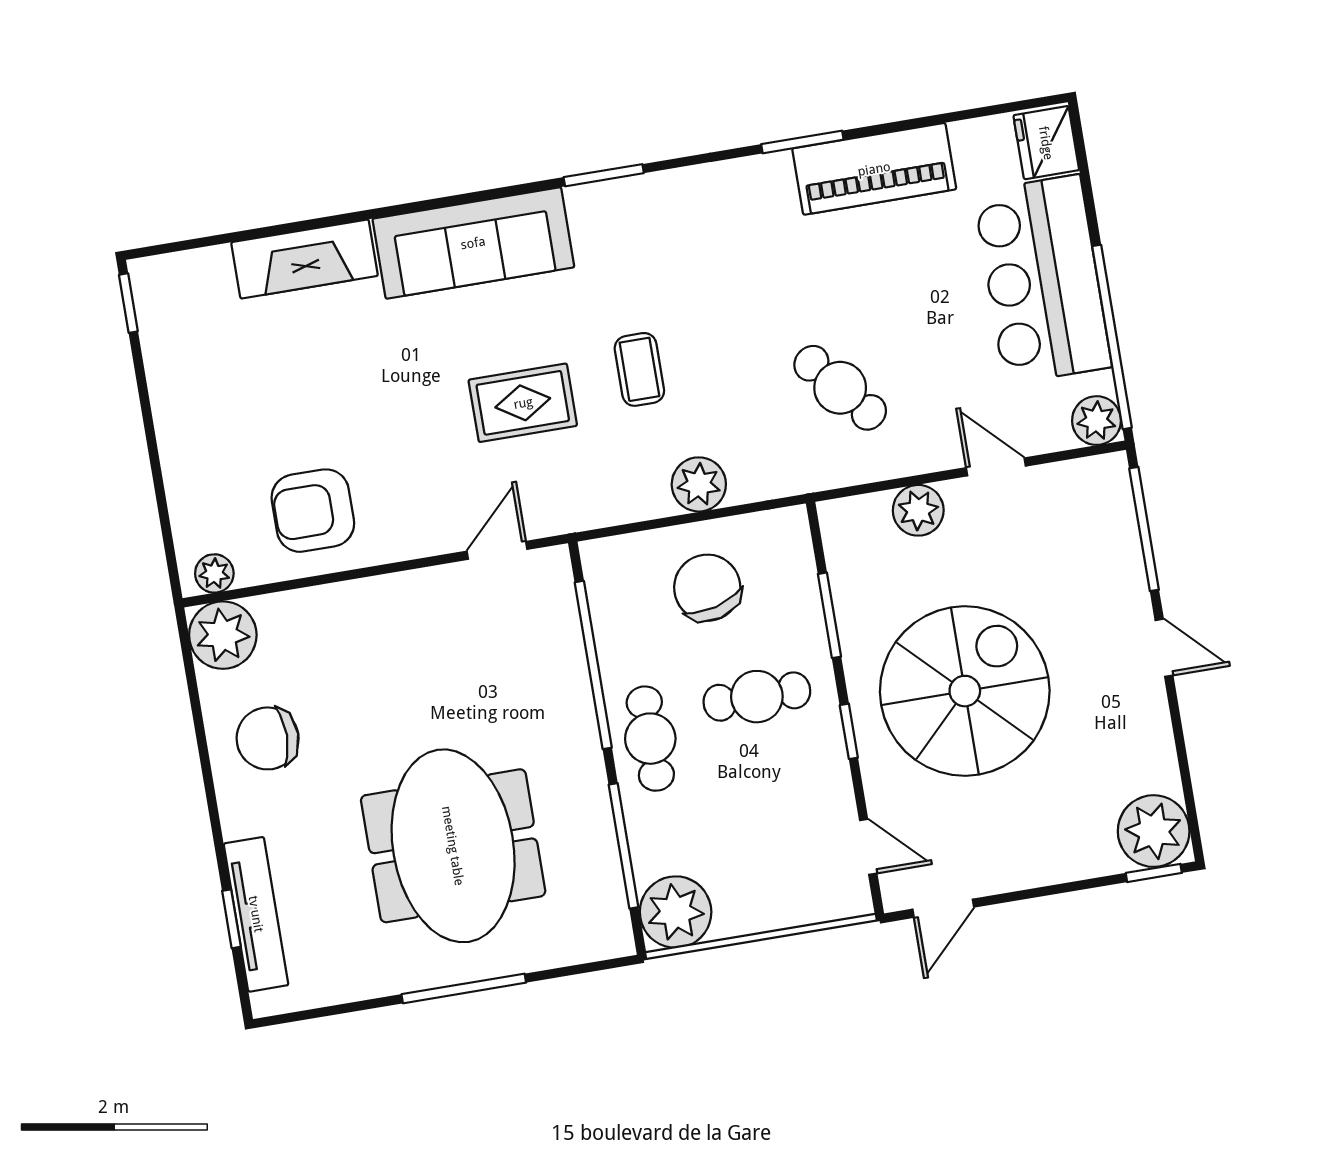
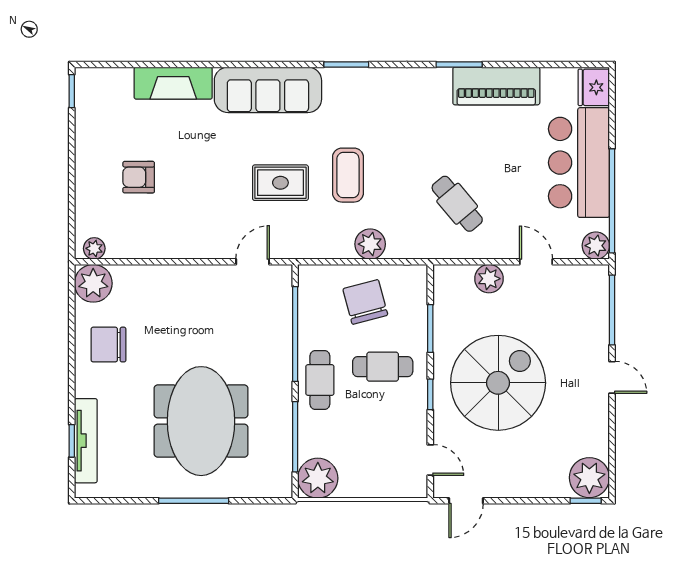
coffee table: (639, 369) -> (348, 175), width x1.36, depth x1.30
armchair: (313, 511) -> (139, 177), moved, width x0.72, depth x0.72

